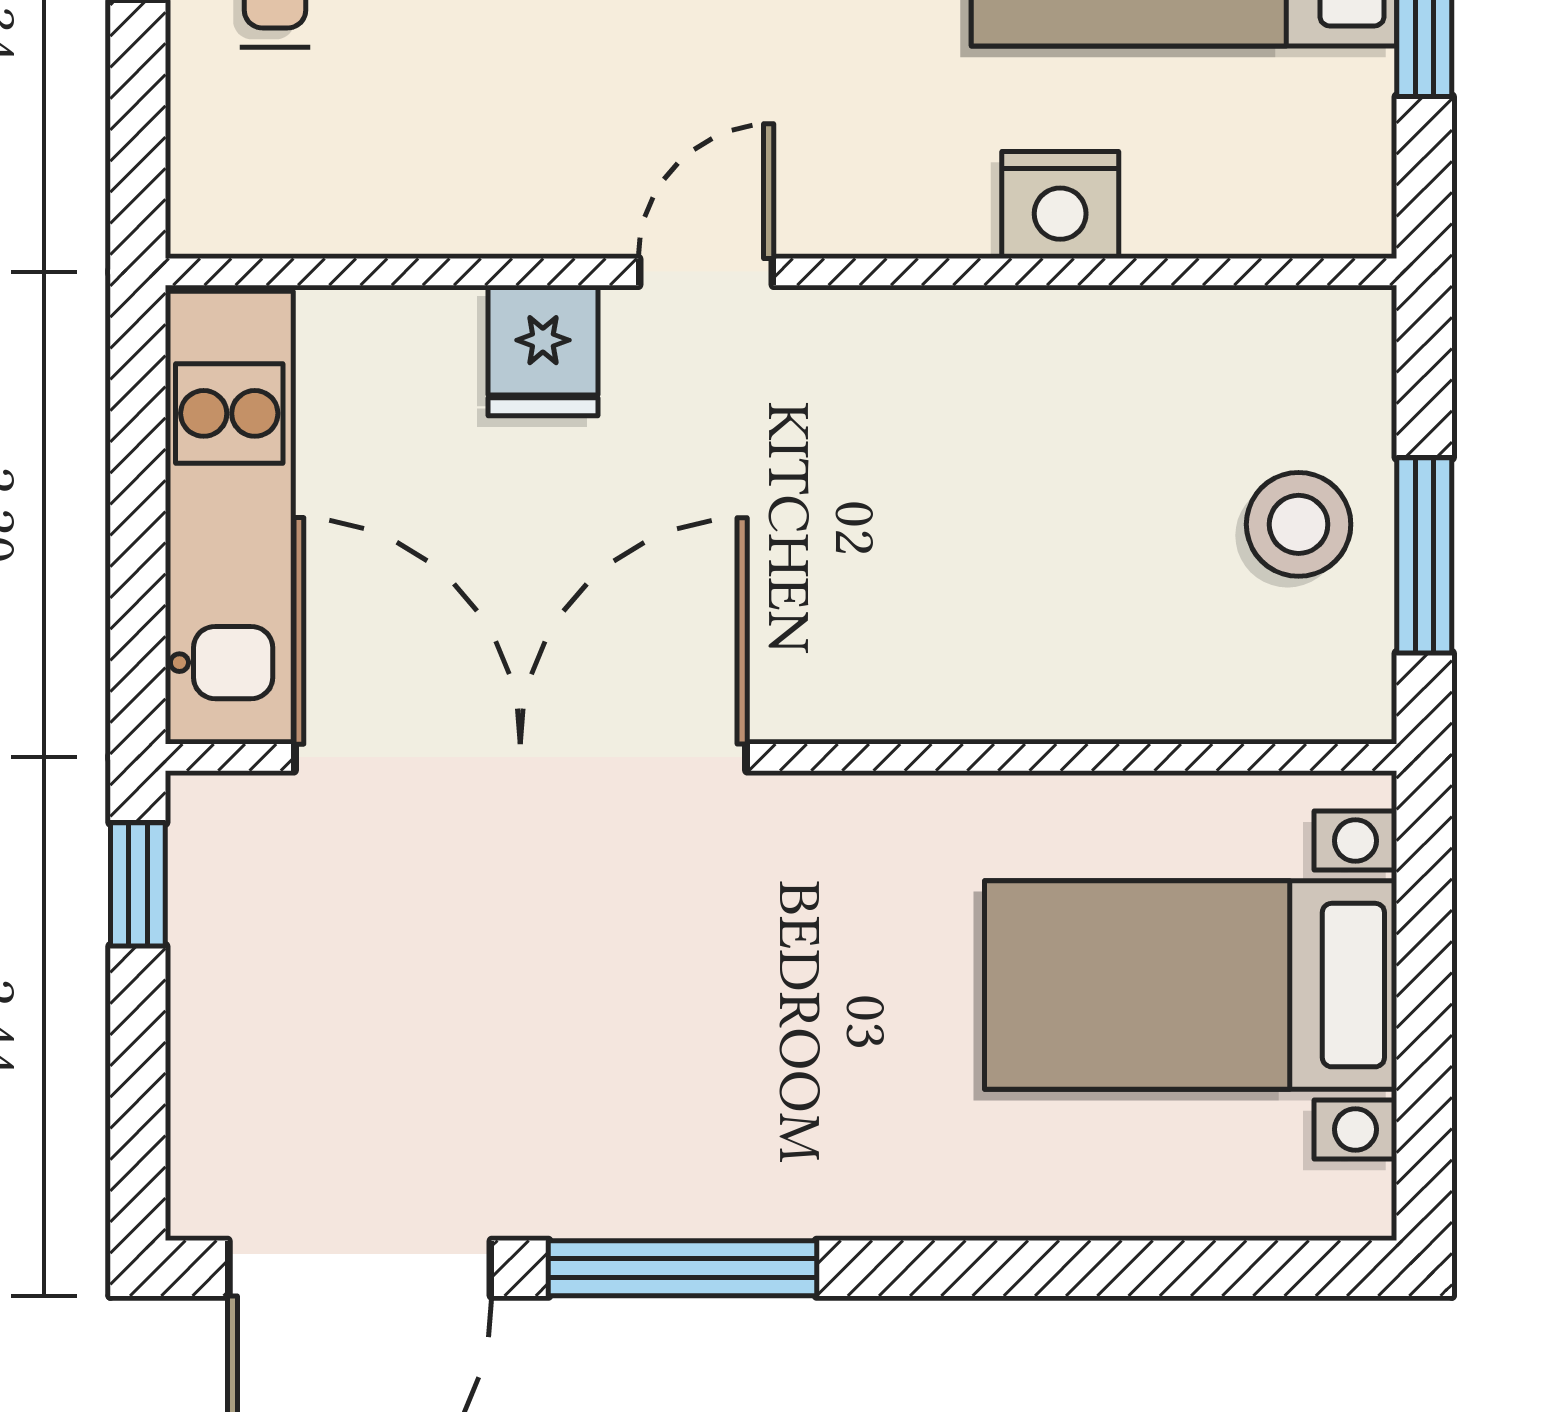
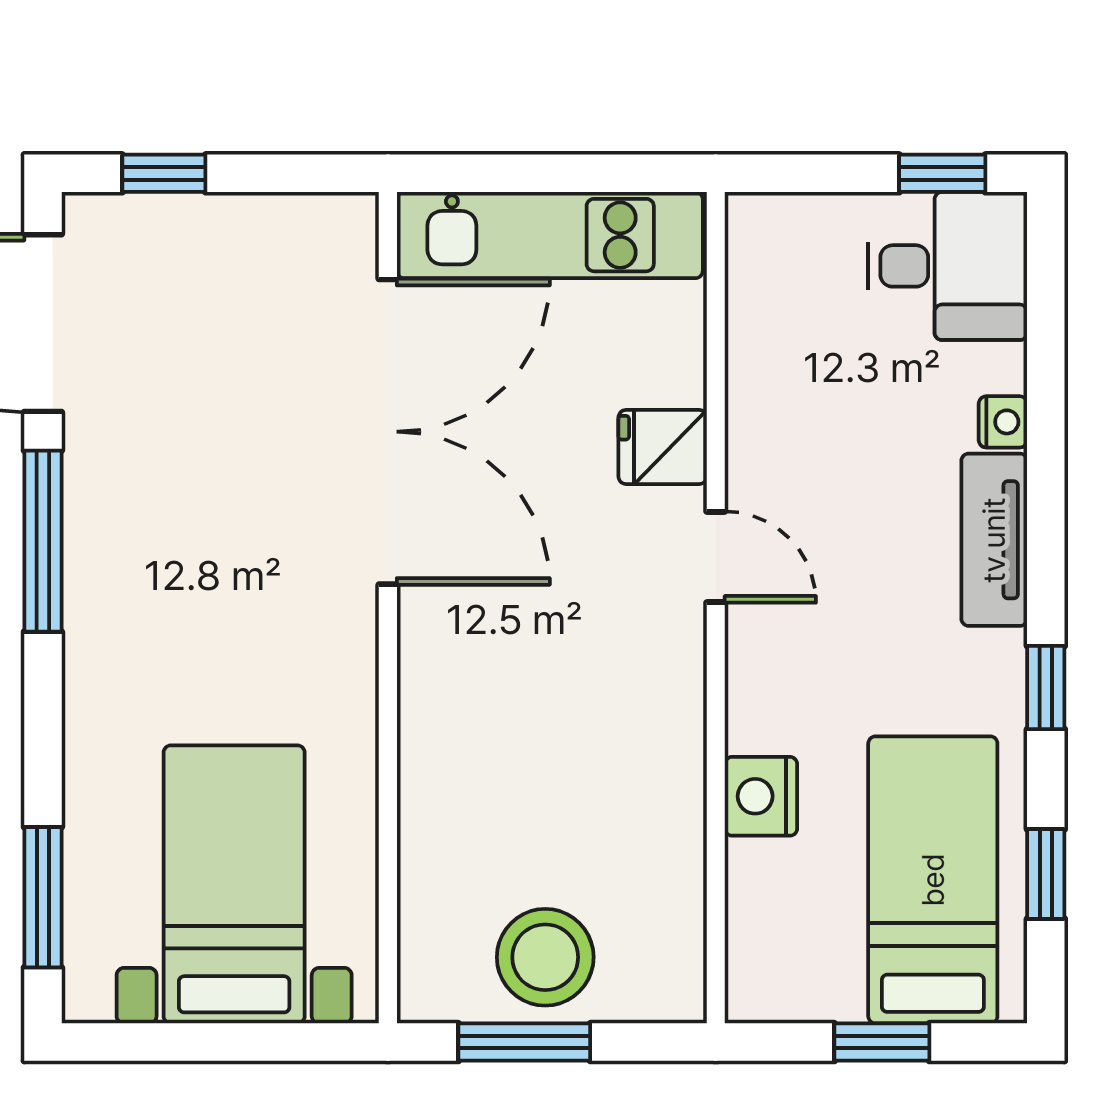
stool: (1299, 524) -> (545, 957), width x1.38, depth x1.38
window: (138, 884) -> (164, 173), moved
window: (1210, 1268) -> (43, 897), added

